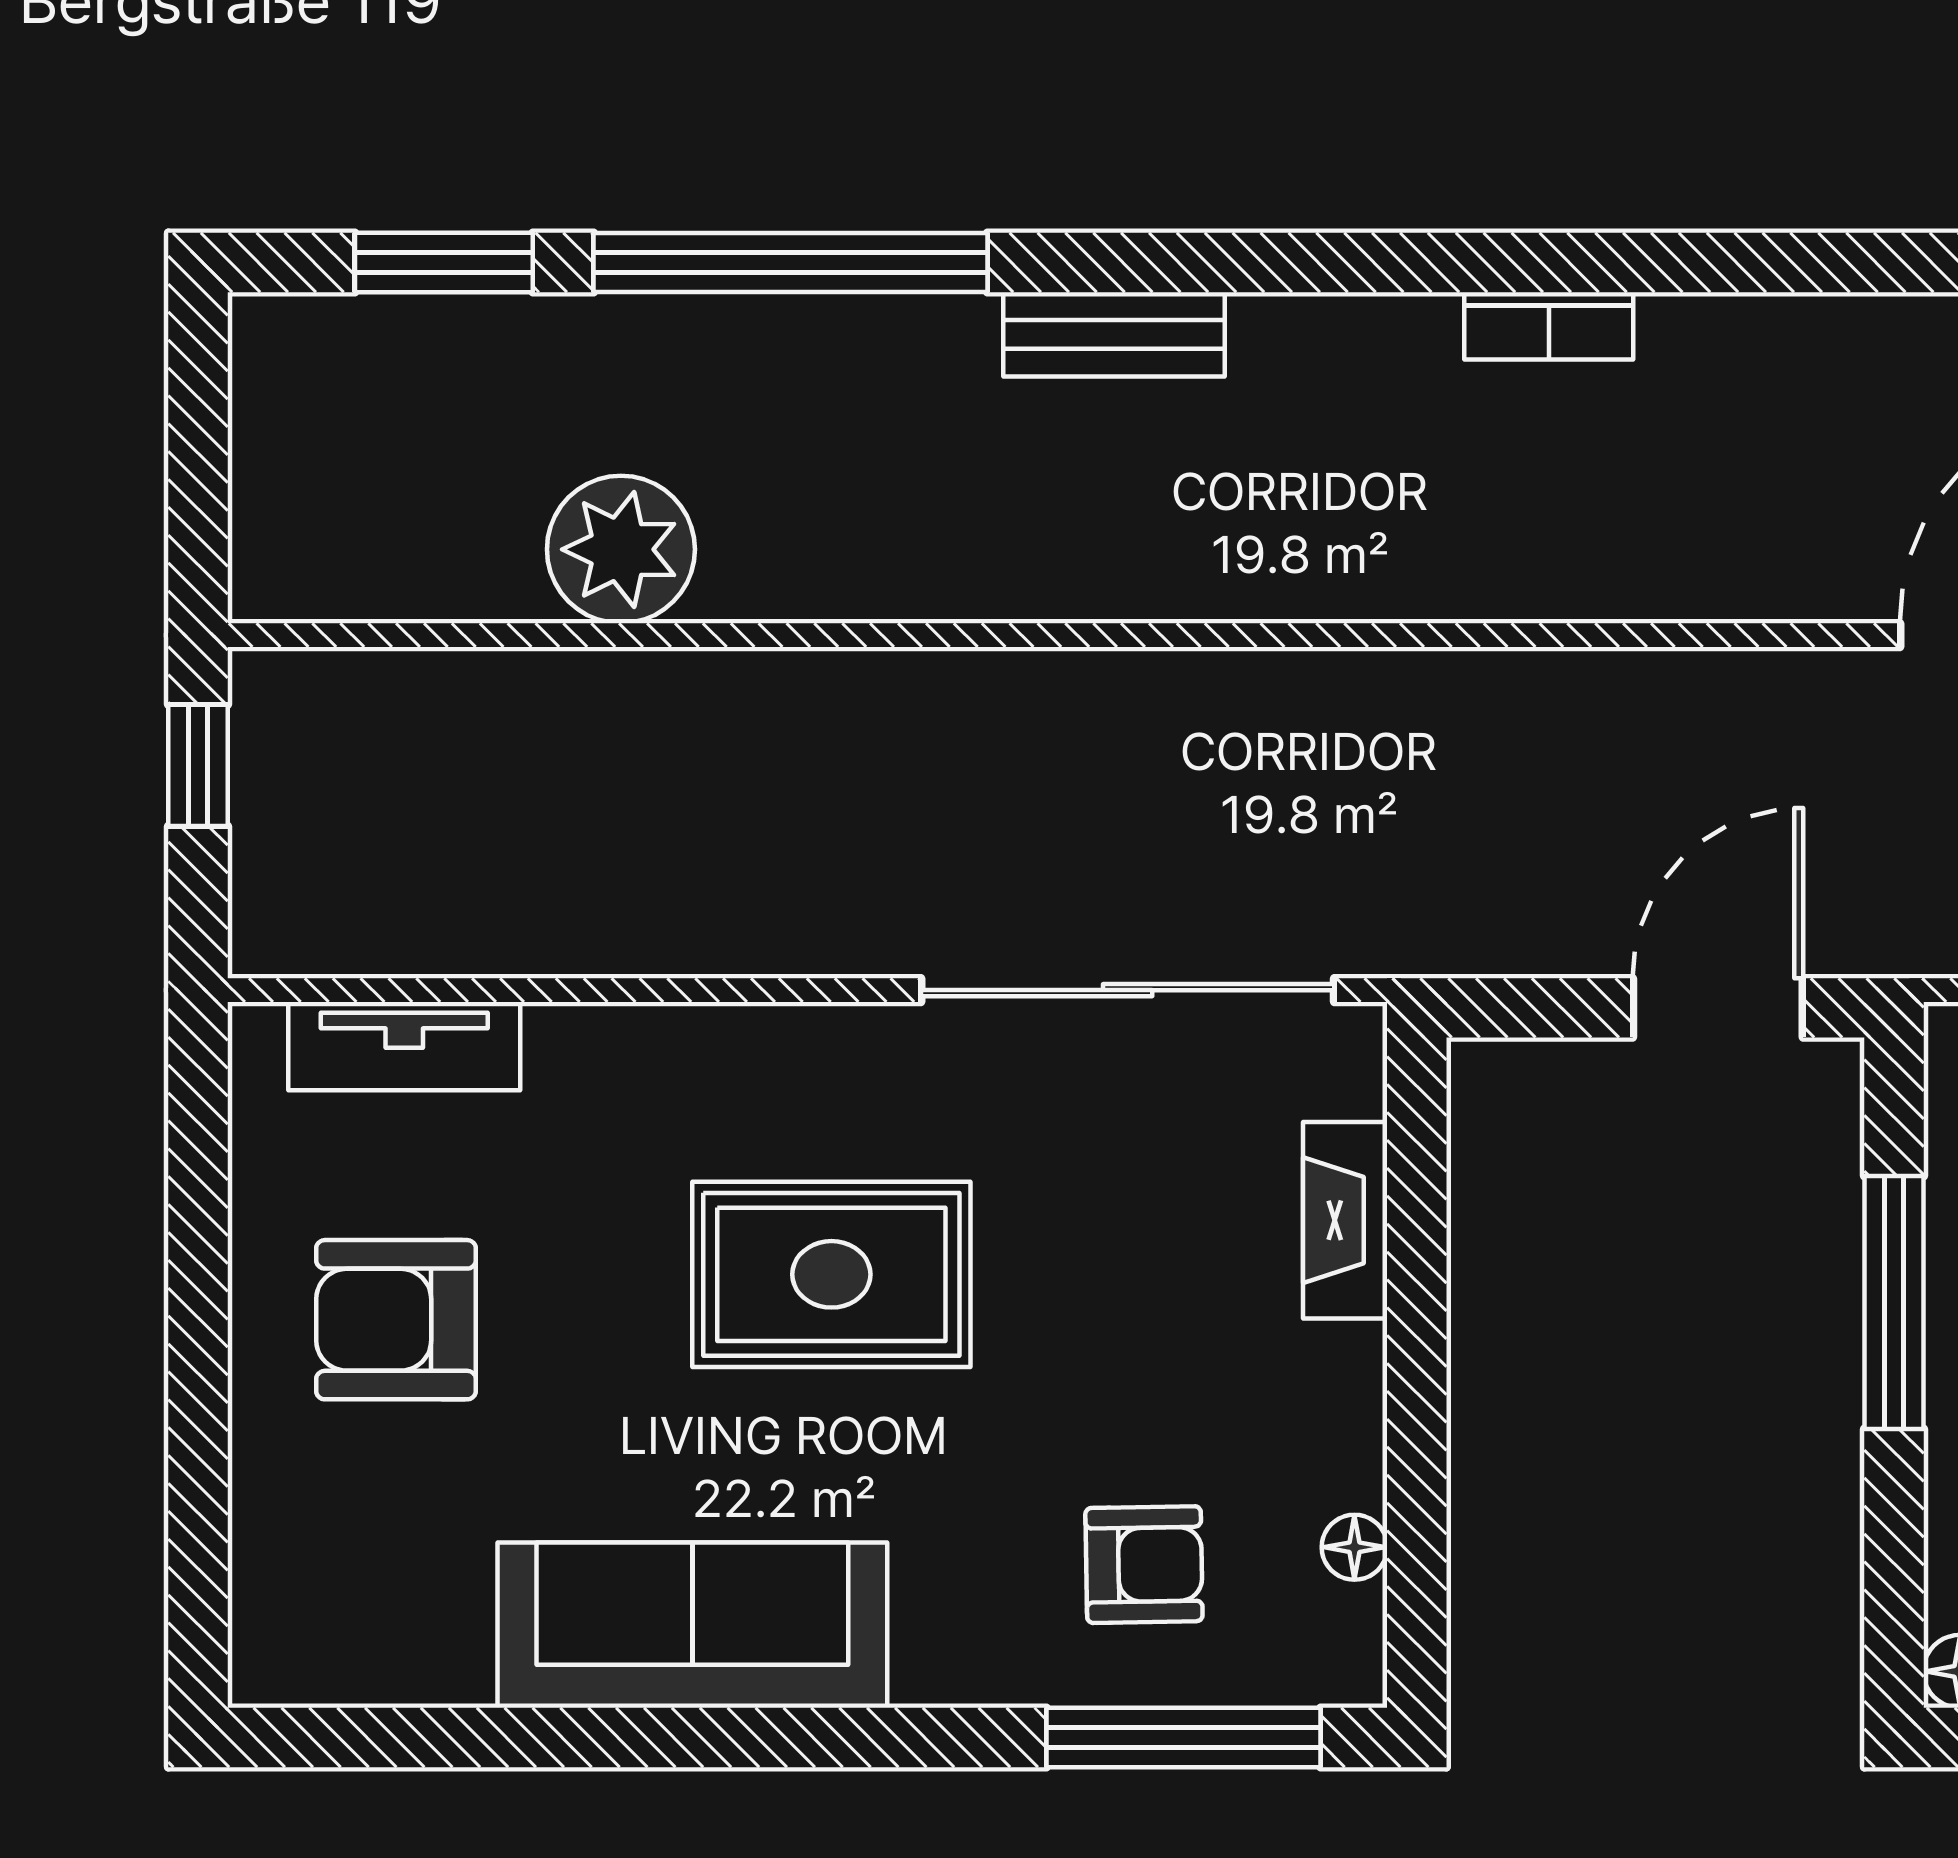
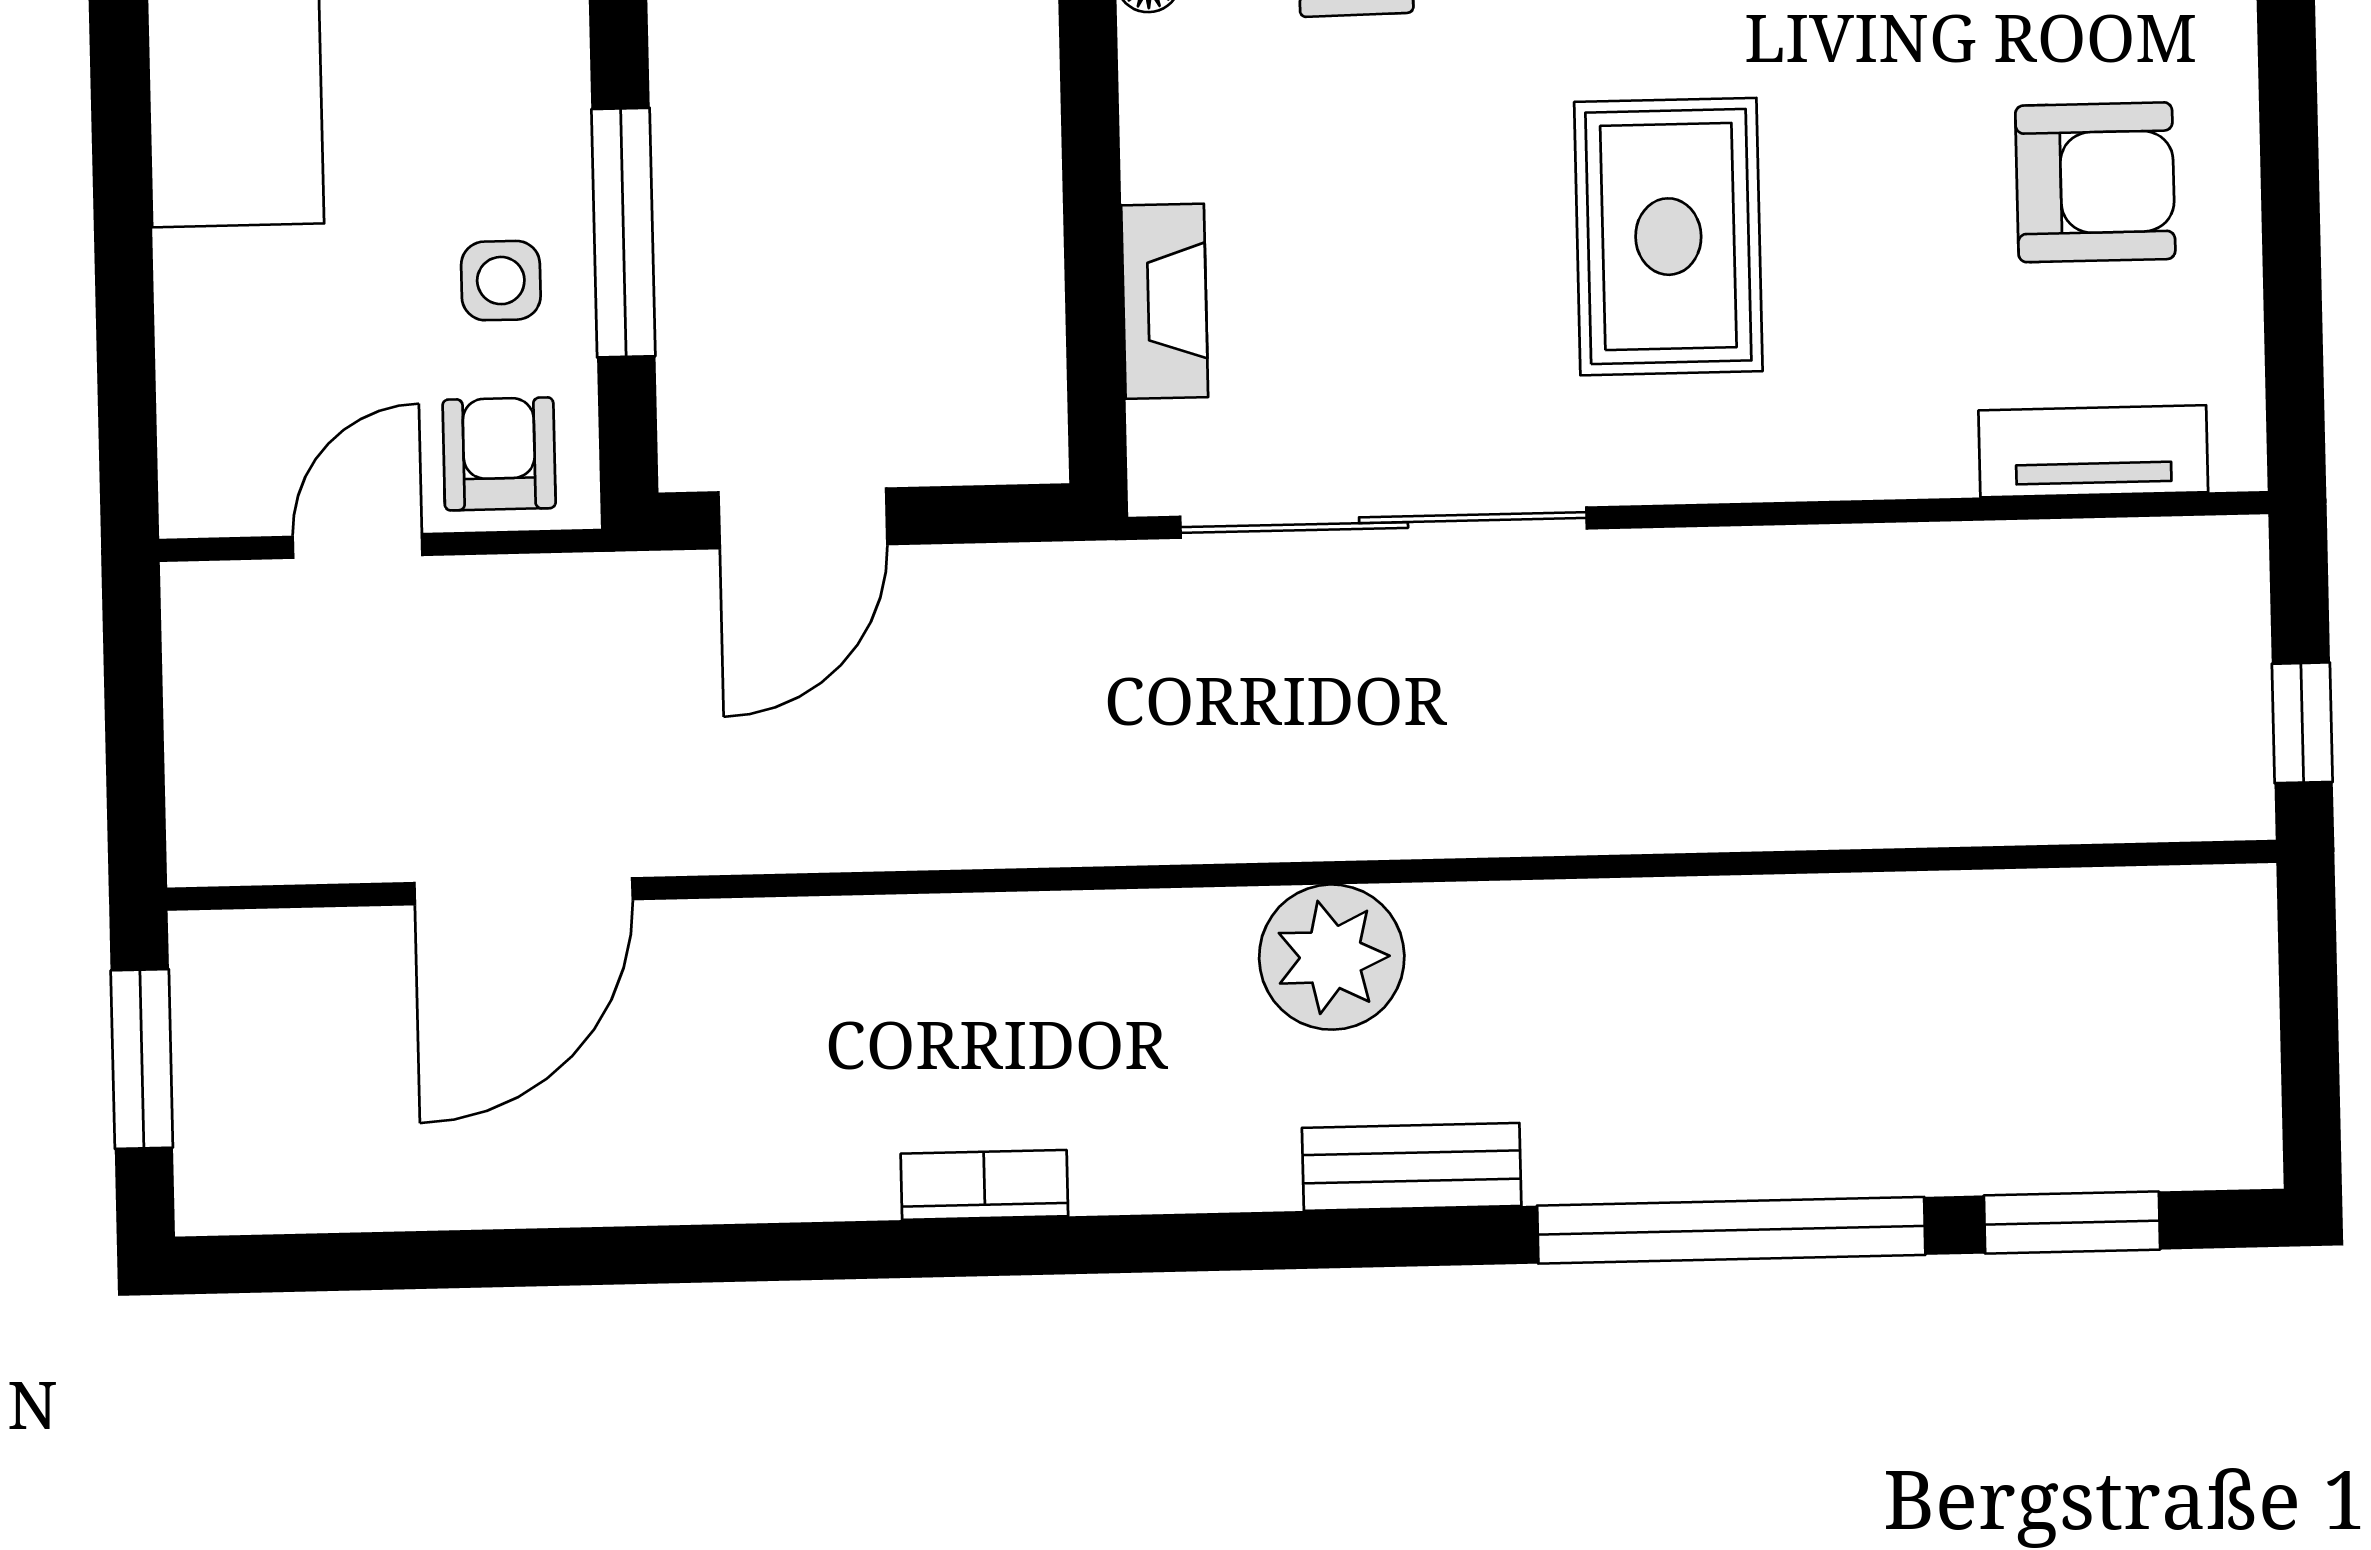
plant: (621, 549) -> (1332, 957), moved
rug: (831, 1274) -> (1668, 237), turned 90

